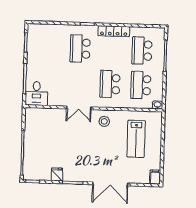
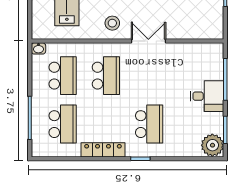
plant: (35, 32) -> (212, 145), added
desk: (36, 93) -> (207, 96), moved, turned 90

